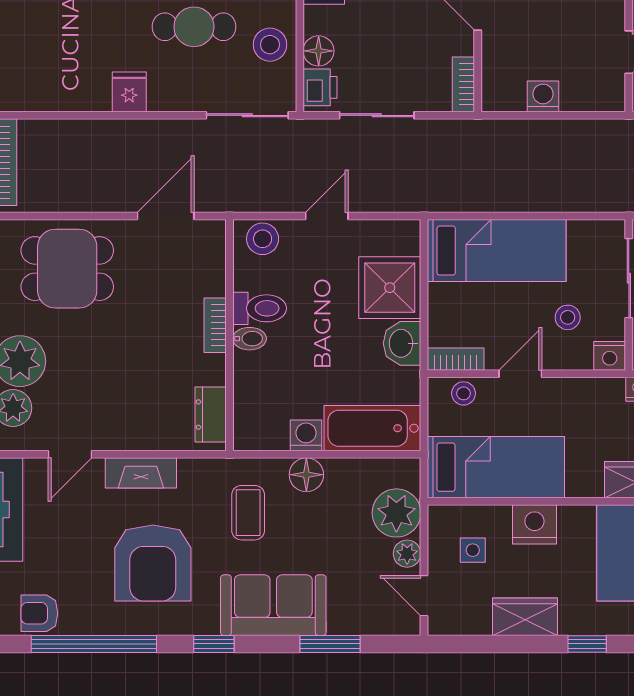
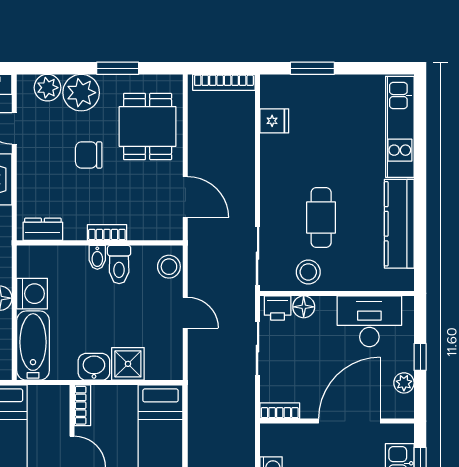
fridge: (129, 92) -> (274, 121), moved
shower: (390, 288) -> (128, 364), width x0.73, depth x0.73
chair: (107, 351) -> (89, 155), added
stool: (464, 393) -> (58, 411), removed
washing machine: (306, 435) -> (32, 294), width x1.38, depth x1.38

